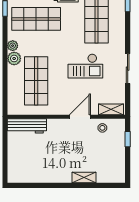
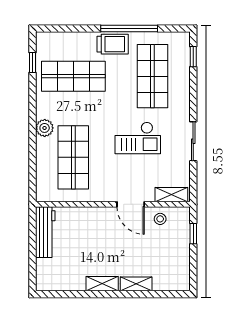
plant: (13, 46) -> (43, 111), removed
door: (80, 117) -> (131, 204), swing flipped
workbench: (27, 126) -> (45, 232), moved, turned -90
shelving: (58, 177) -> (102, 284), added

